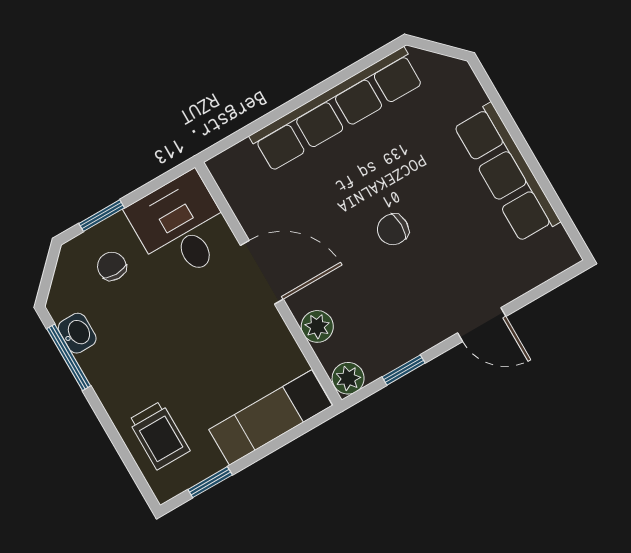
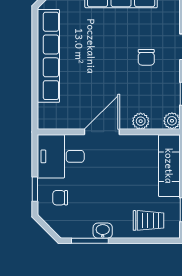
chair: (393, 229) -> (146, 57), moved
washbasin: (77, 333) -> (103, 231), moved

